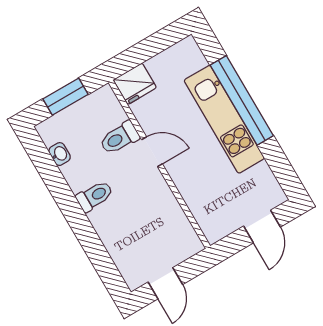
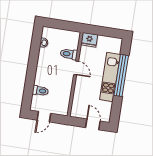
window: (66, 97) -> (62, 25), removed
toilet: (95, 196) -> (40, 91), moved
door: (262, 227) -> (93, 124), swing flipped

